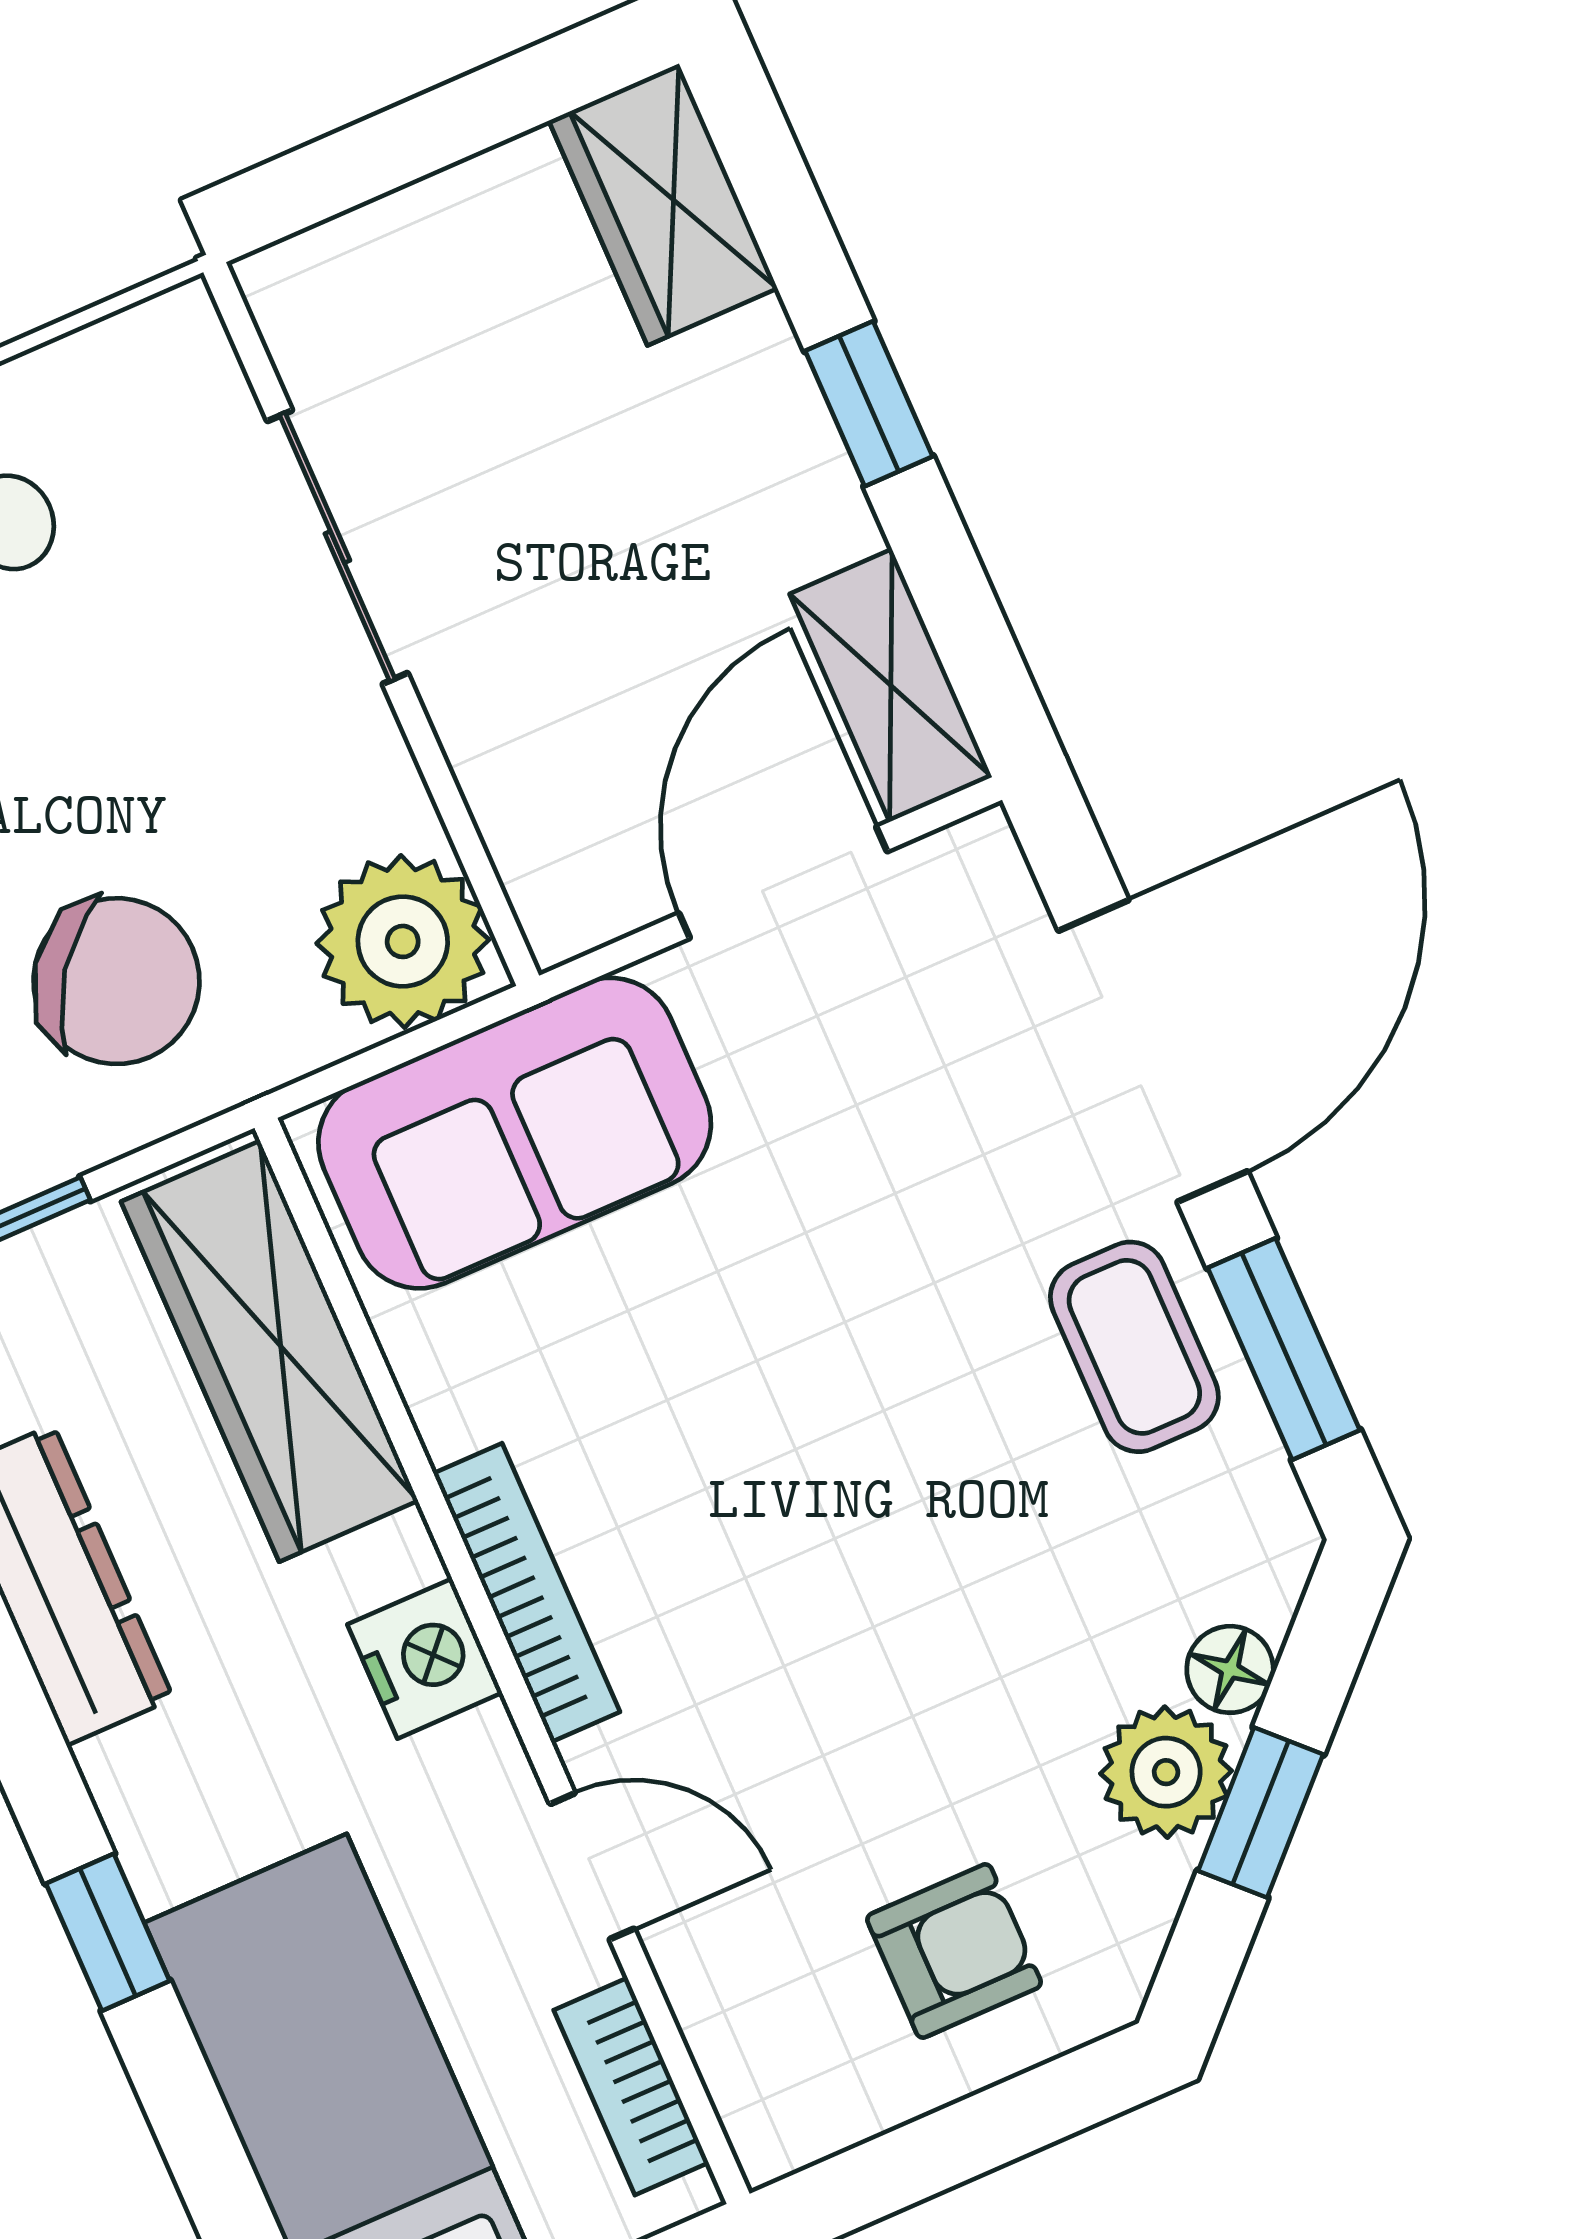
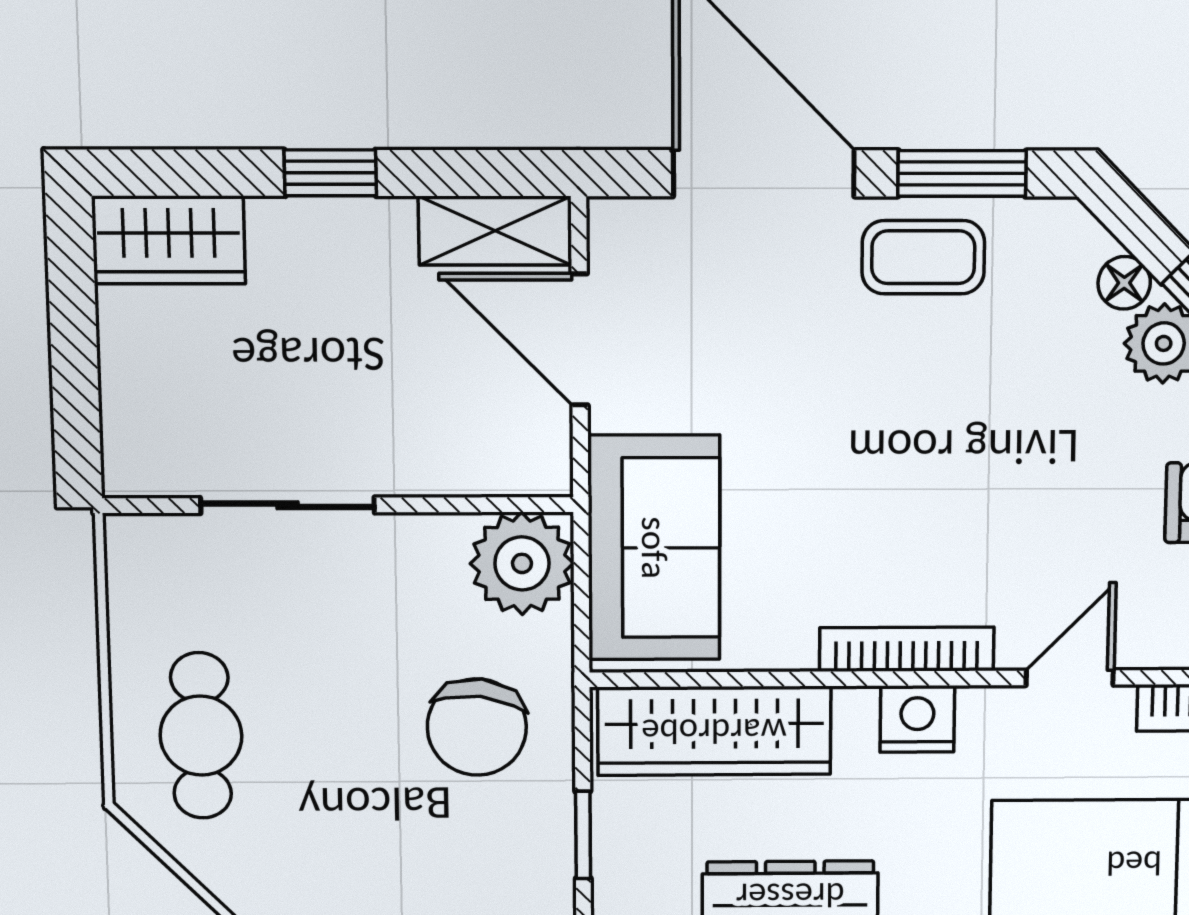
chair: (116, 981) -> (477, 727), turned 151

